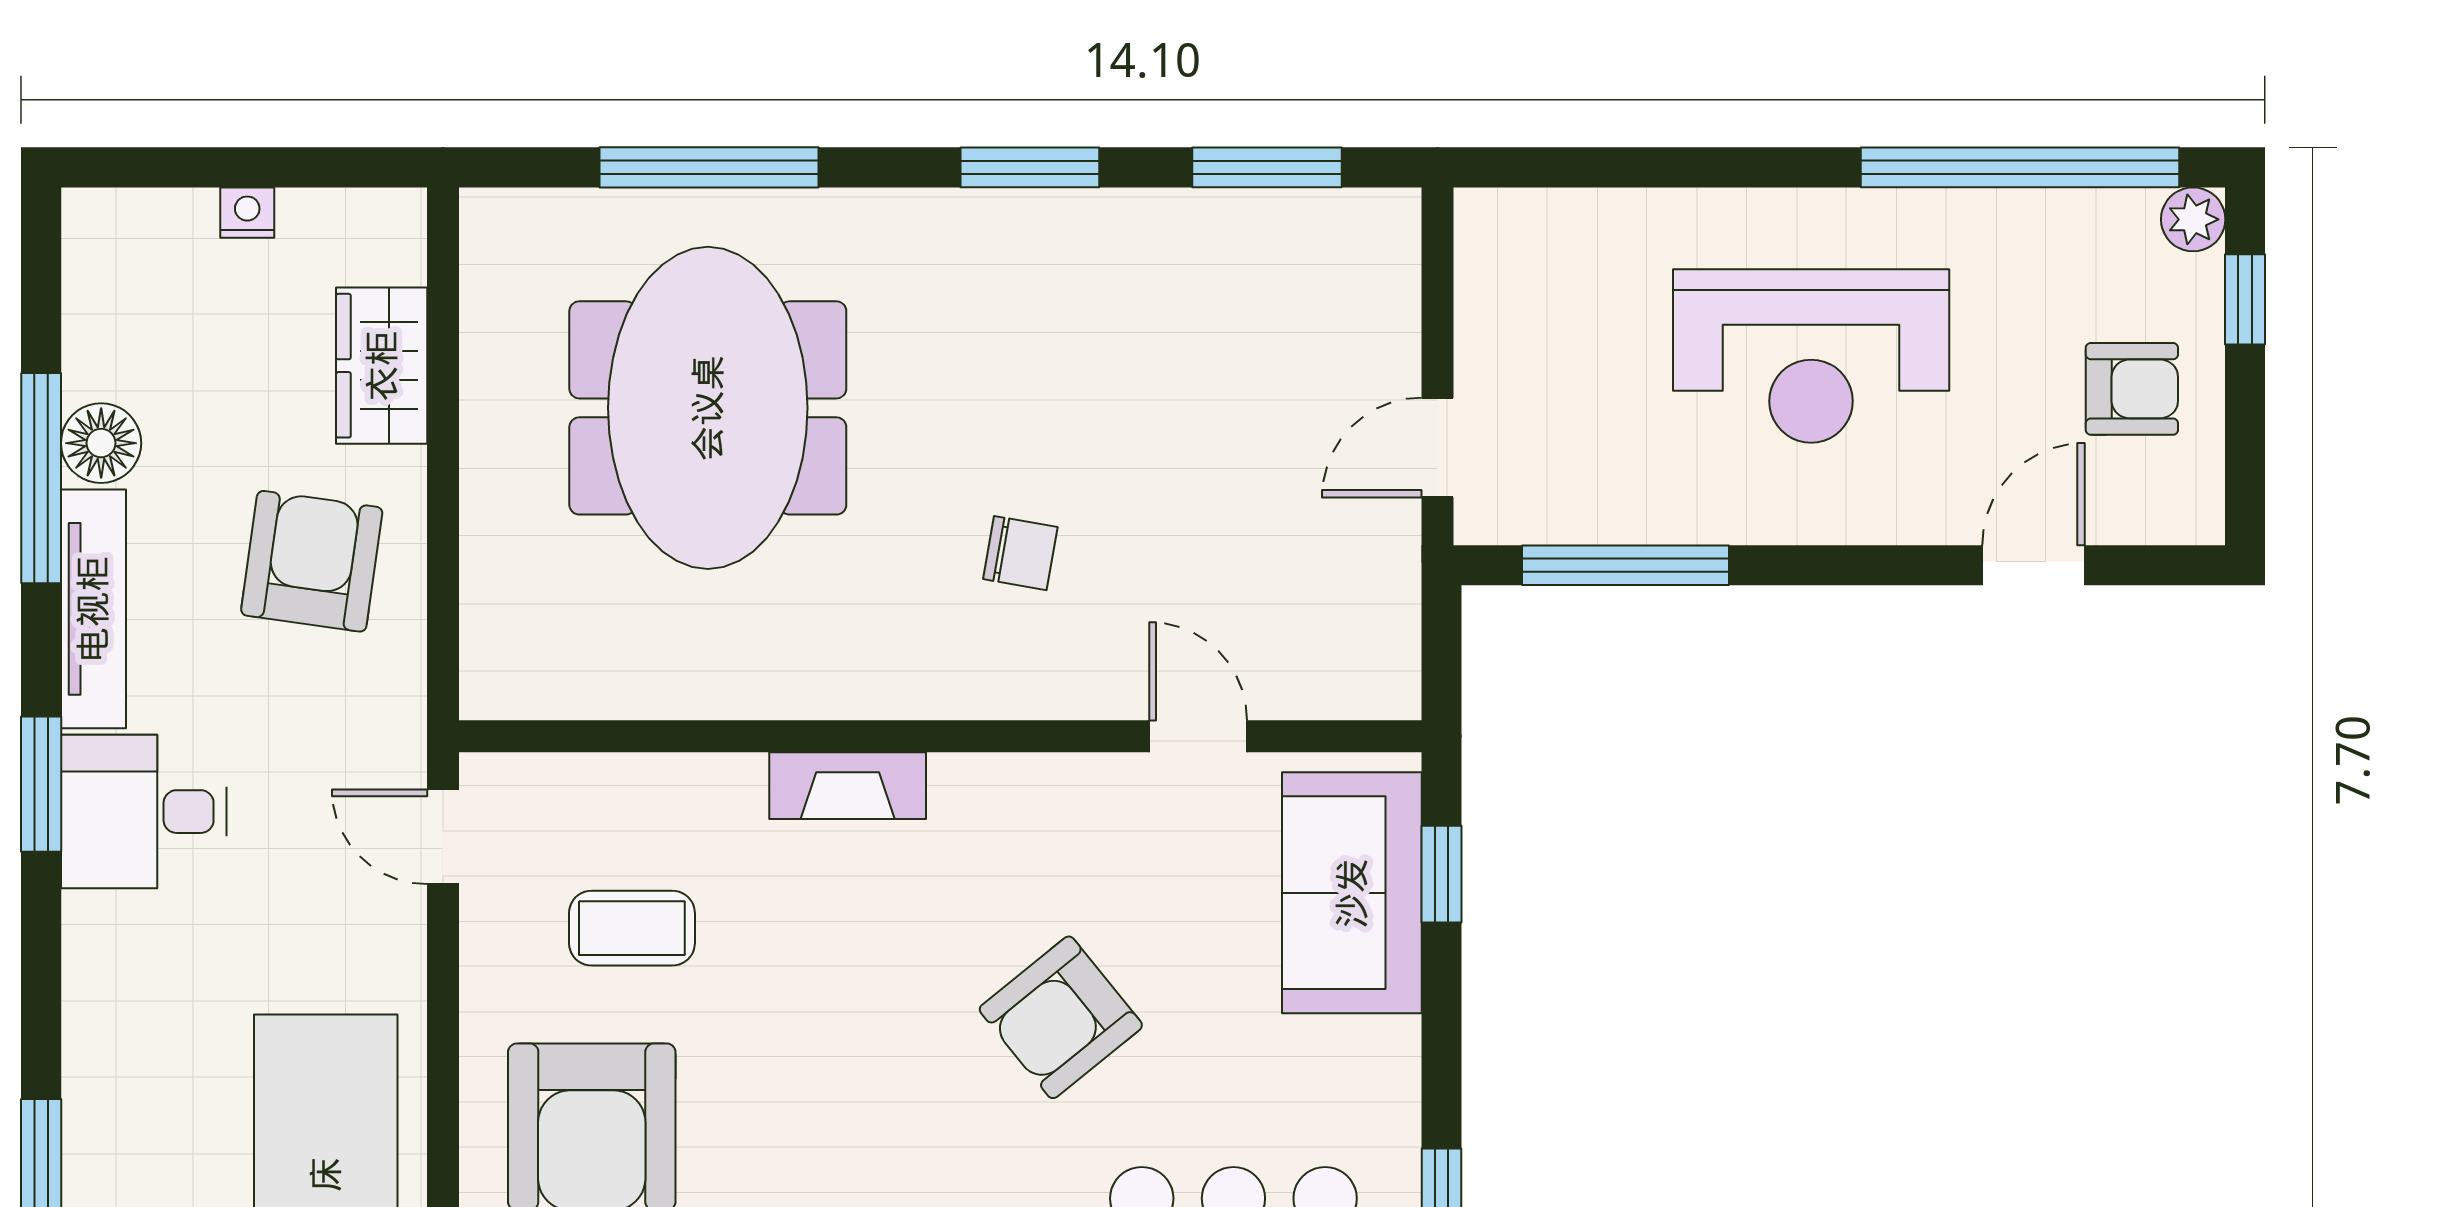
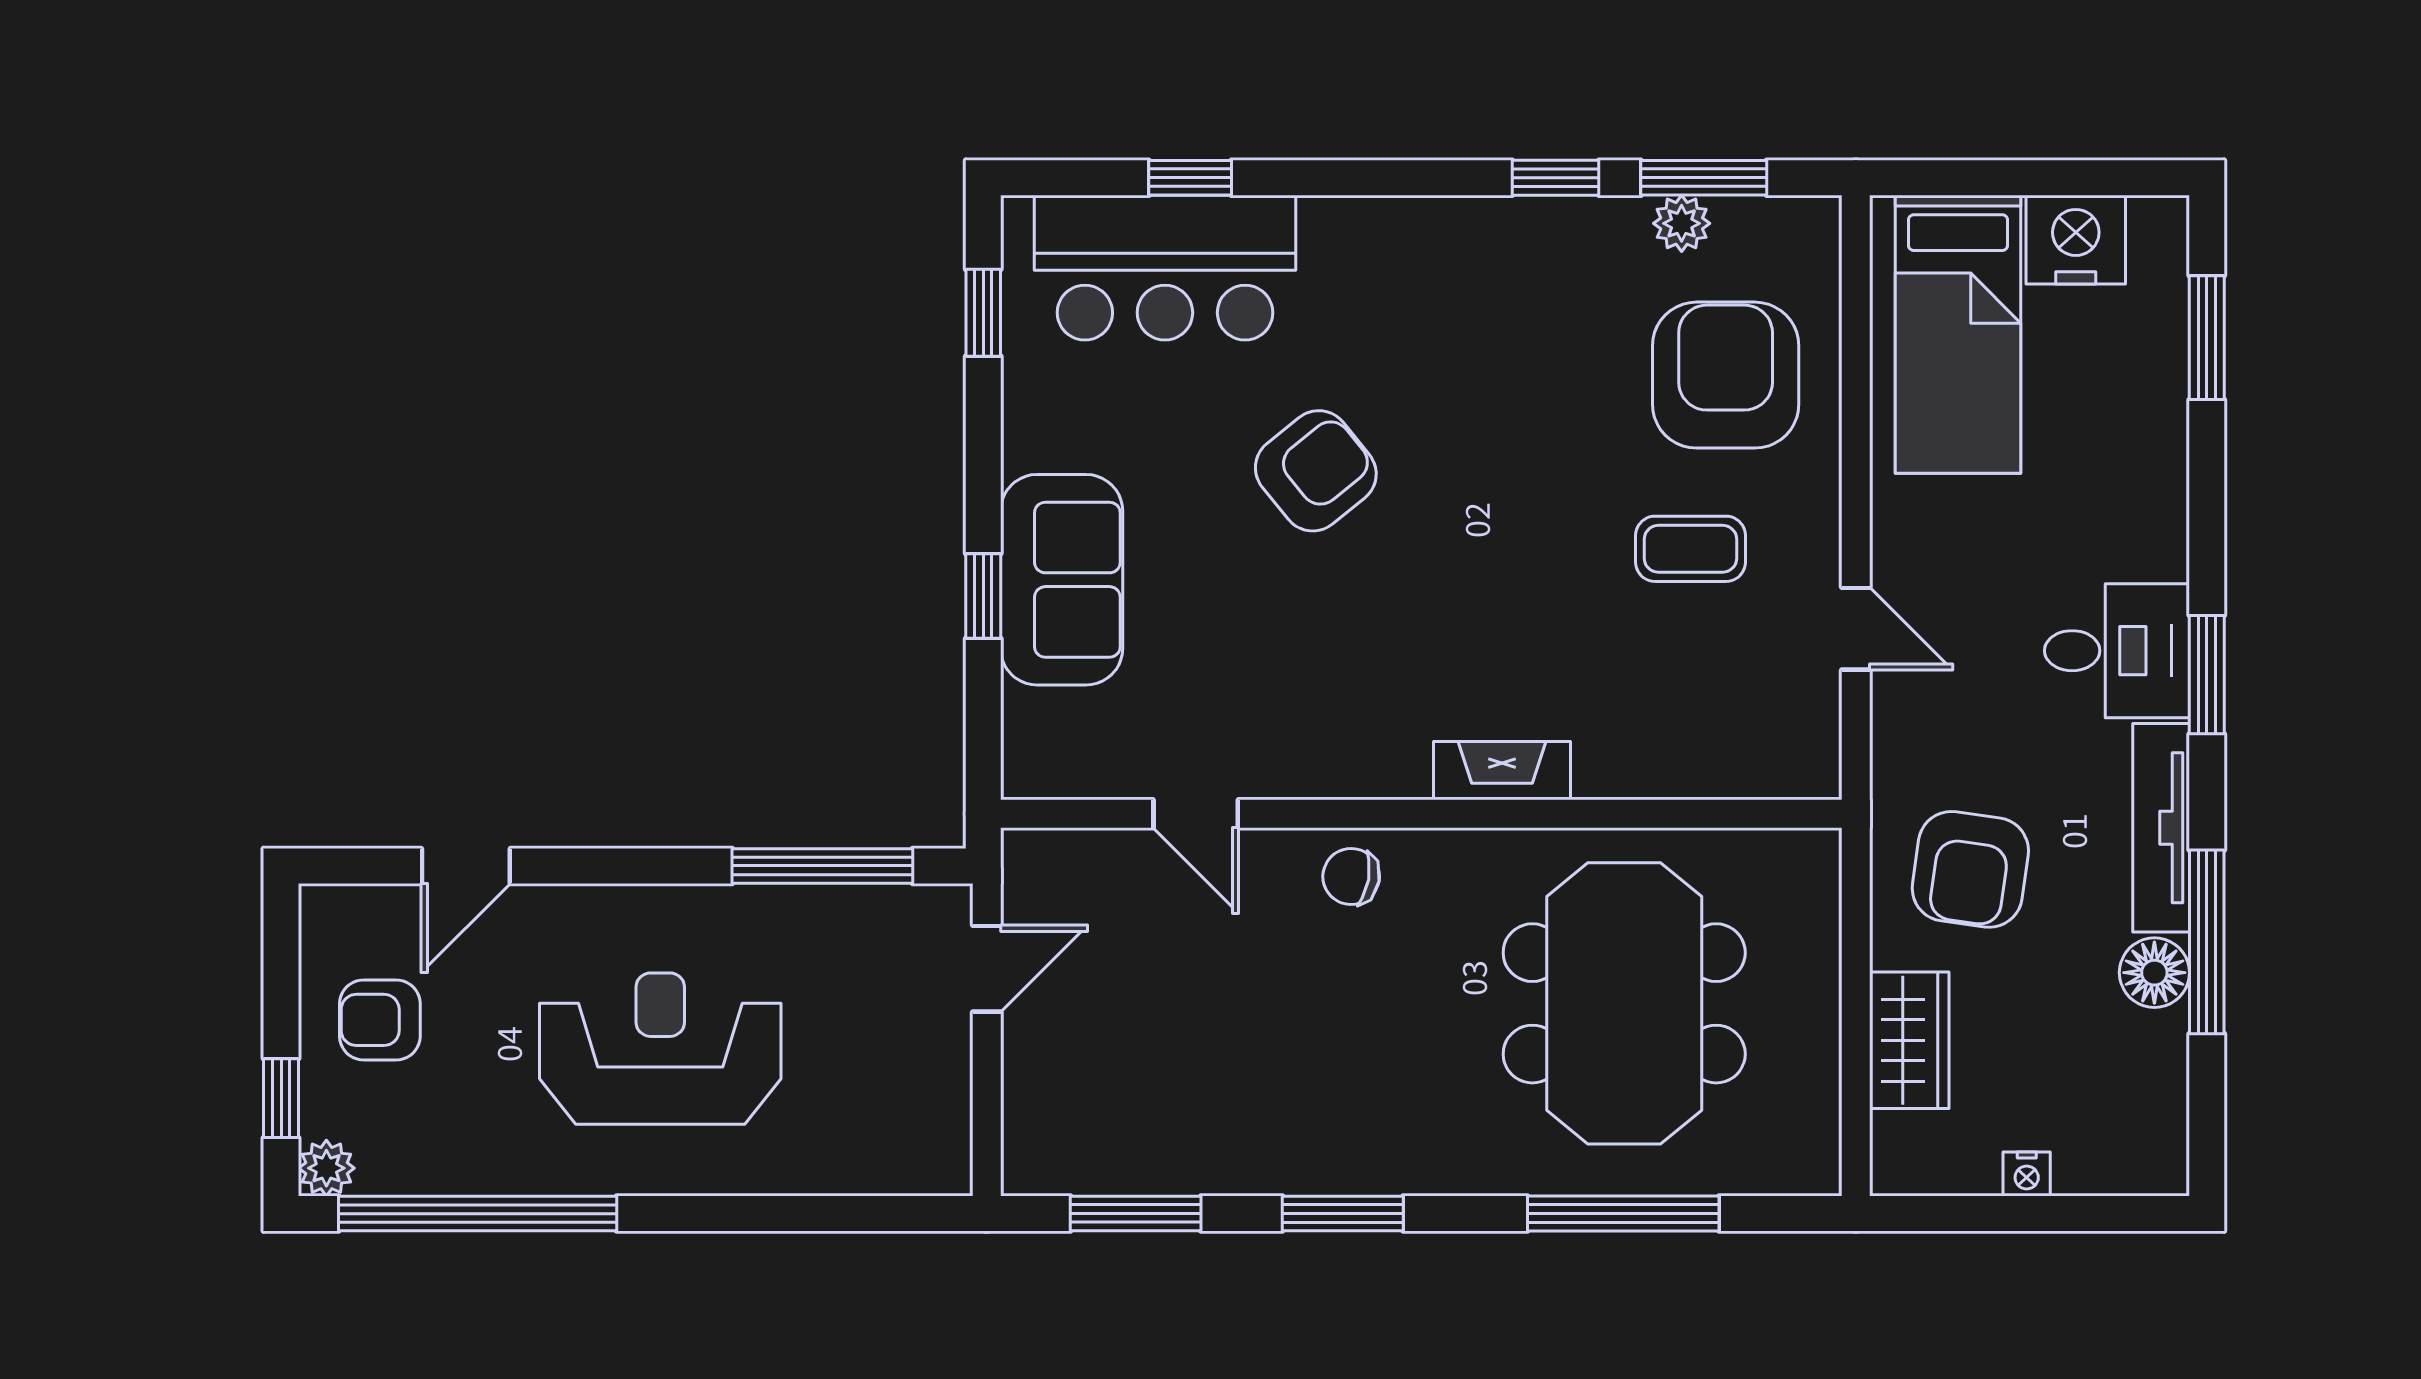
wall: (940, 736) -> (1421, 814), moved
door: (1198, 736) -> (1196, 814), moved
fireplace: (848, 786) -> (1502, 771), moved

